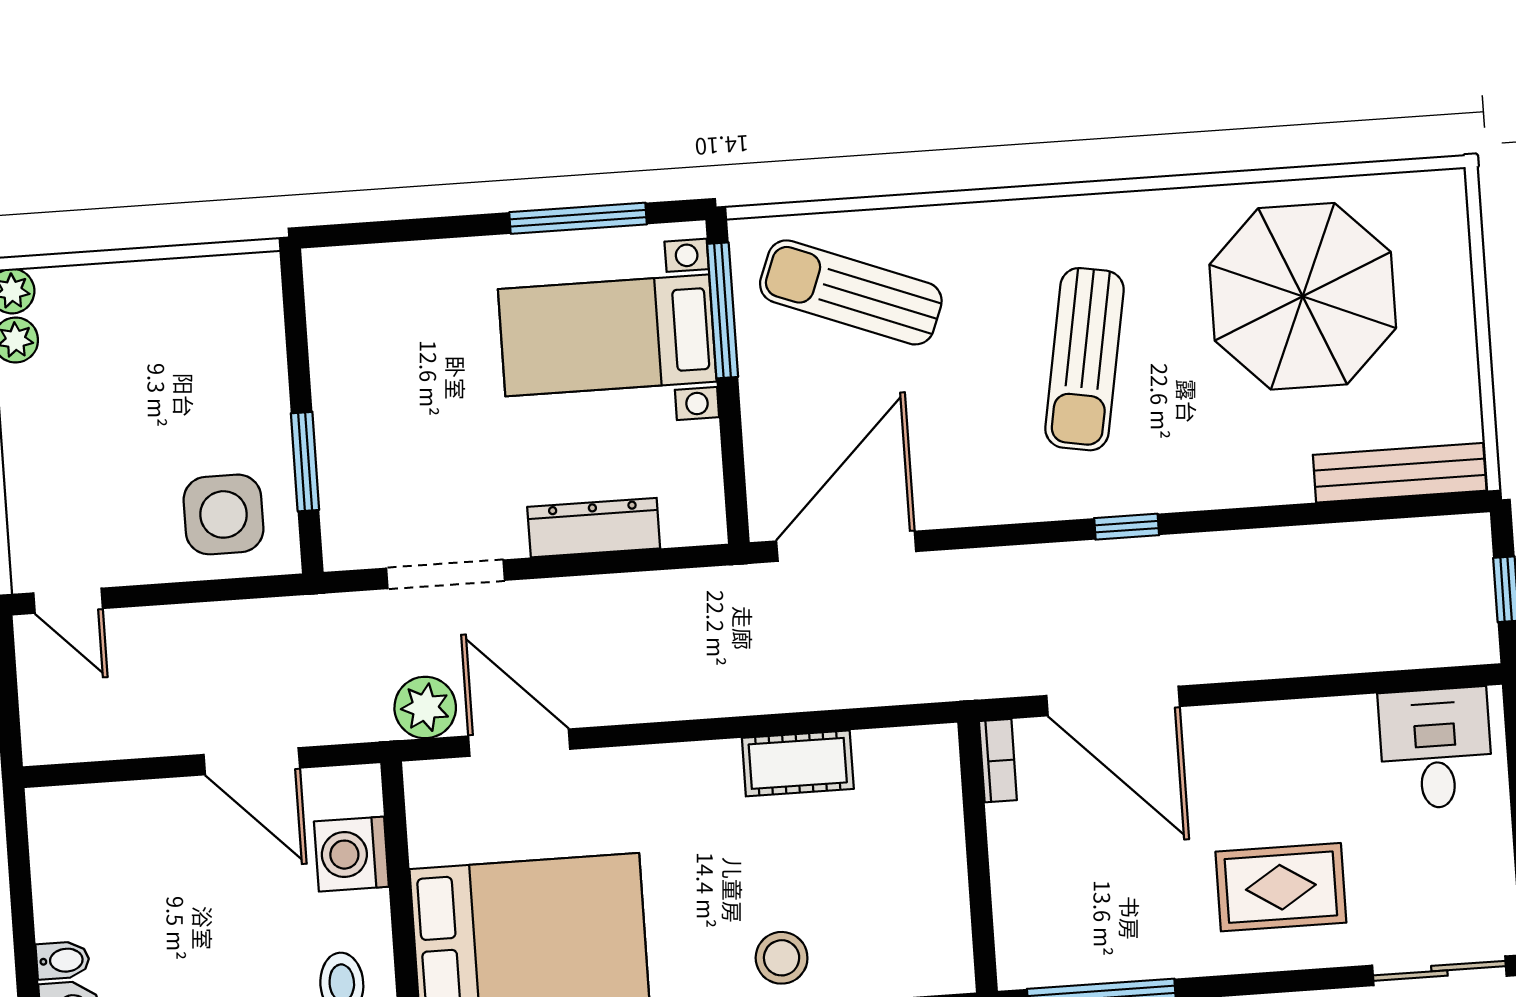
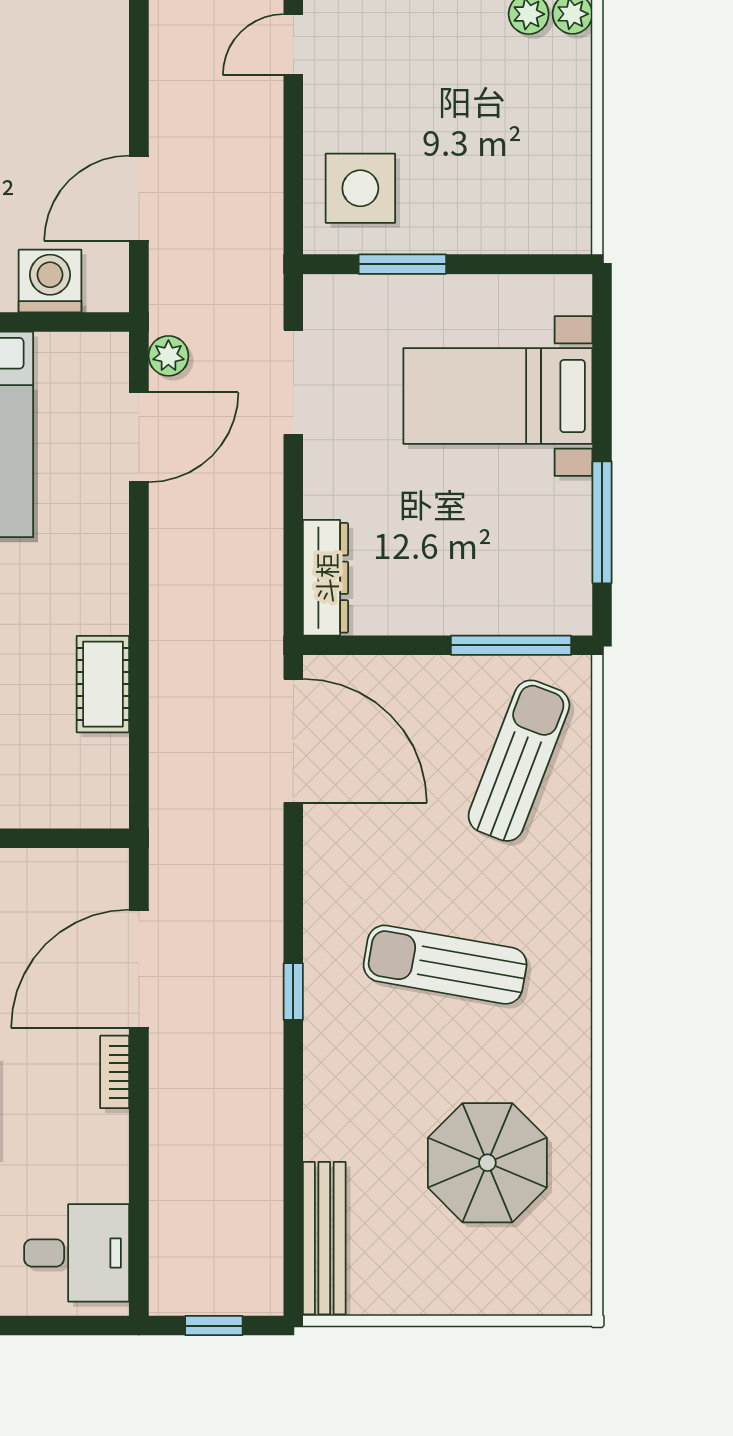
parasol: (1303, 296) -> (487, 1163), width x0.73, depth x0.73
bed with nightstands: (607, 335) -> (498, 396), moved, turned -90
dresser: (594, 528) -> (326, 578), moved
plant: (425, 707) -> (168, 356), width x0.73, depth x0.73
bookcase: (998, 761) -> (115, 1072), moved, turned 90

